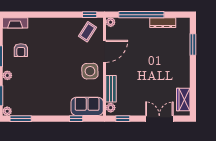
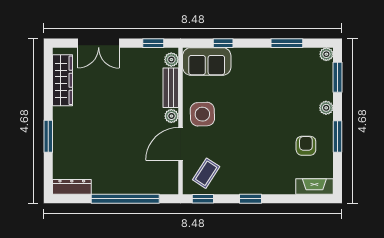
window: (58, 15) -> (250, 199), added
plant: (111, 22) -> (171, 116), moved
dresser: (163, 23) -> (72, 187), moved
window: (193, 44) -> (48, 136), moved
wardrobe: (183, 100) -> (62, 80), width x1.50
window: (21, 119) -> (287, 43), moved

